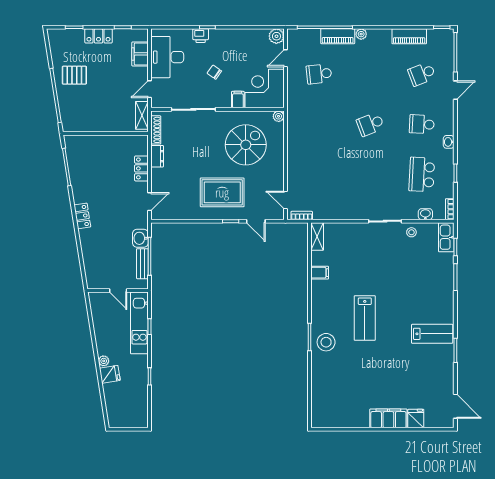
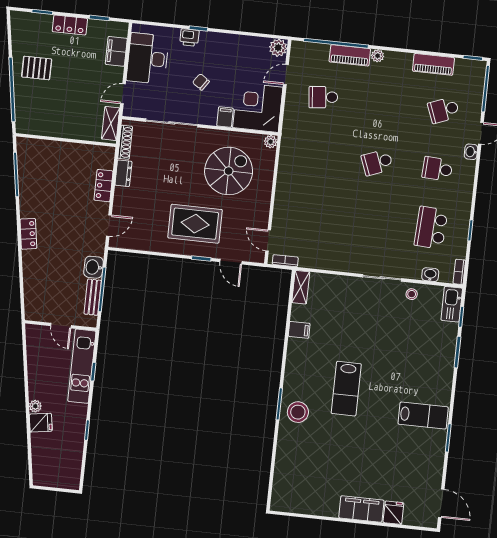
washbasin: (449, 142) -> (471, 152), moved

